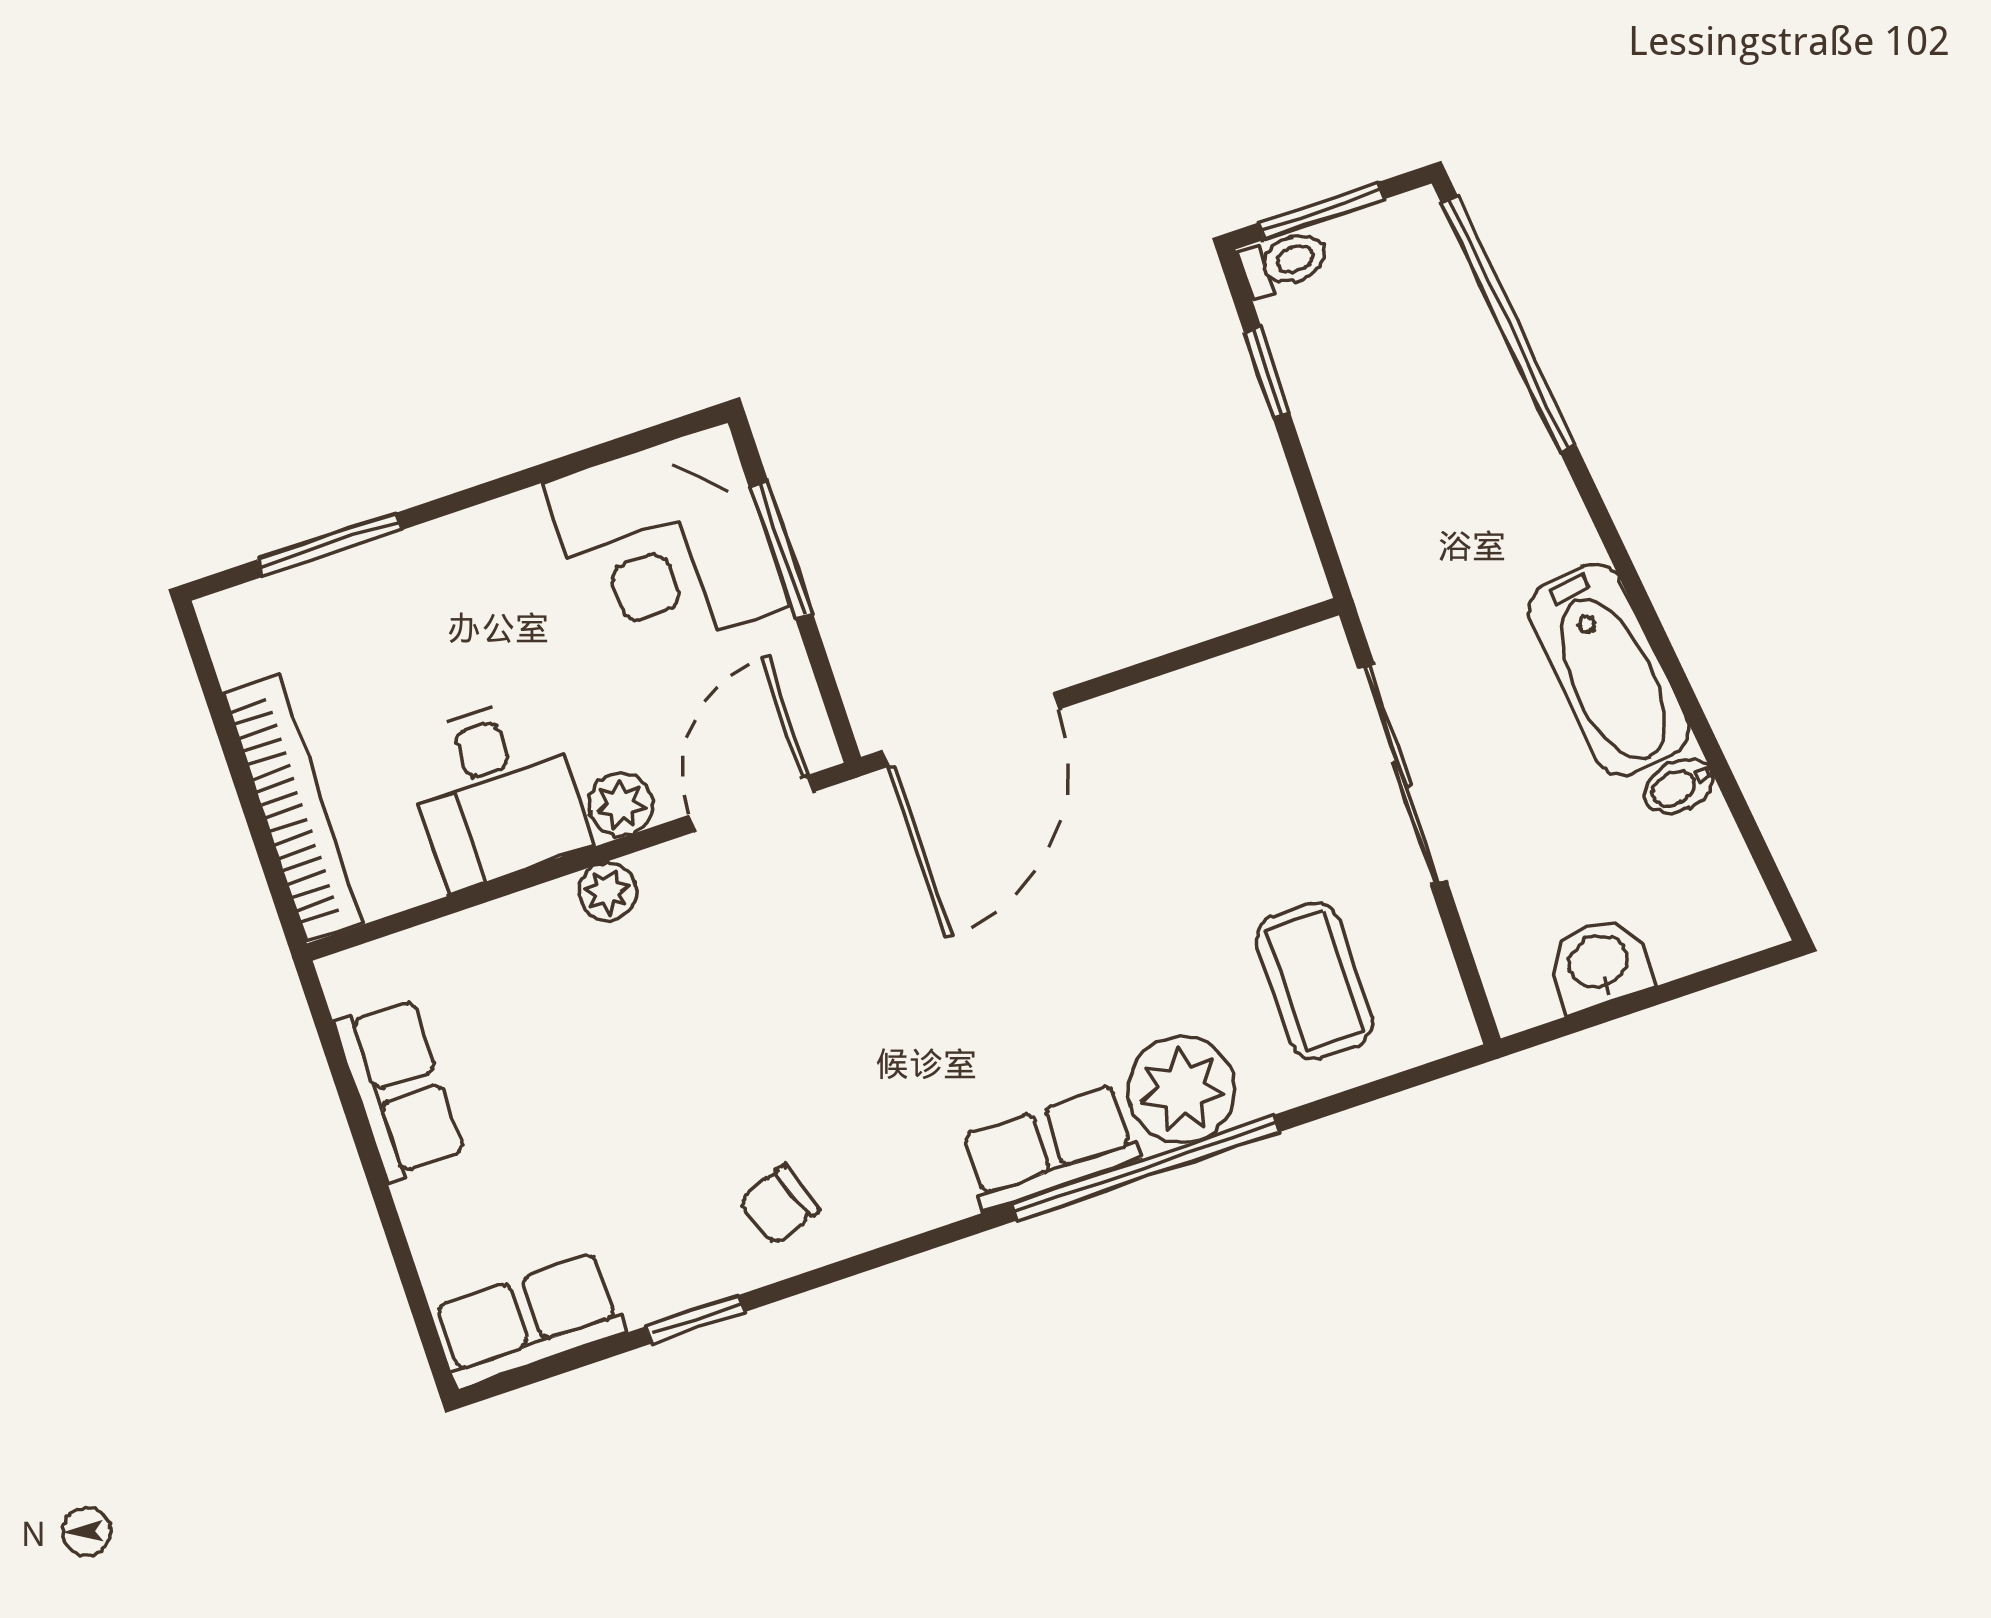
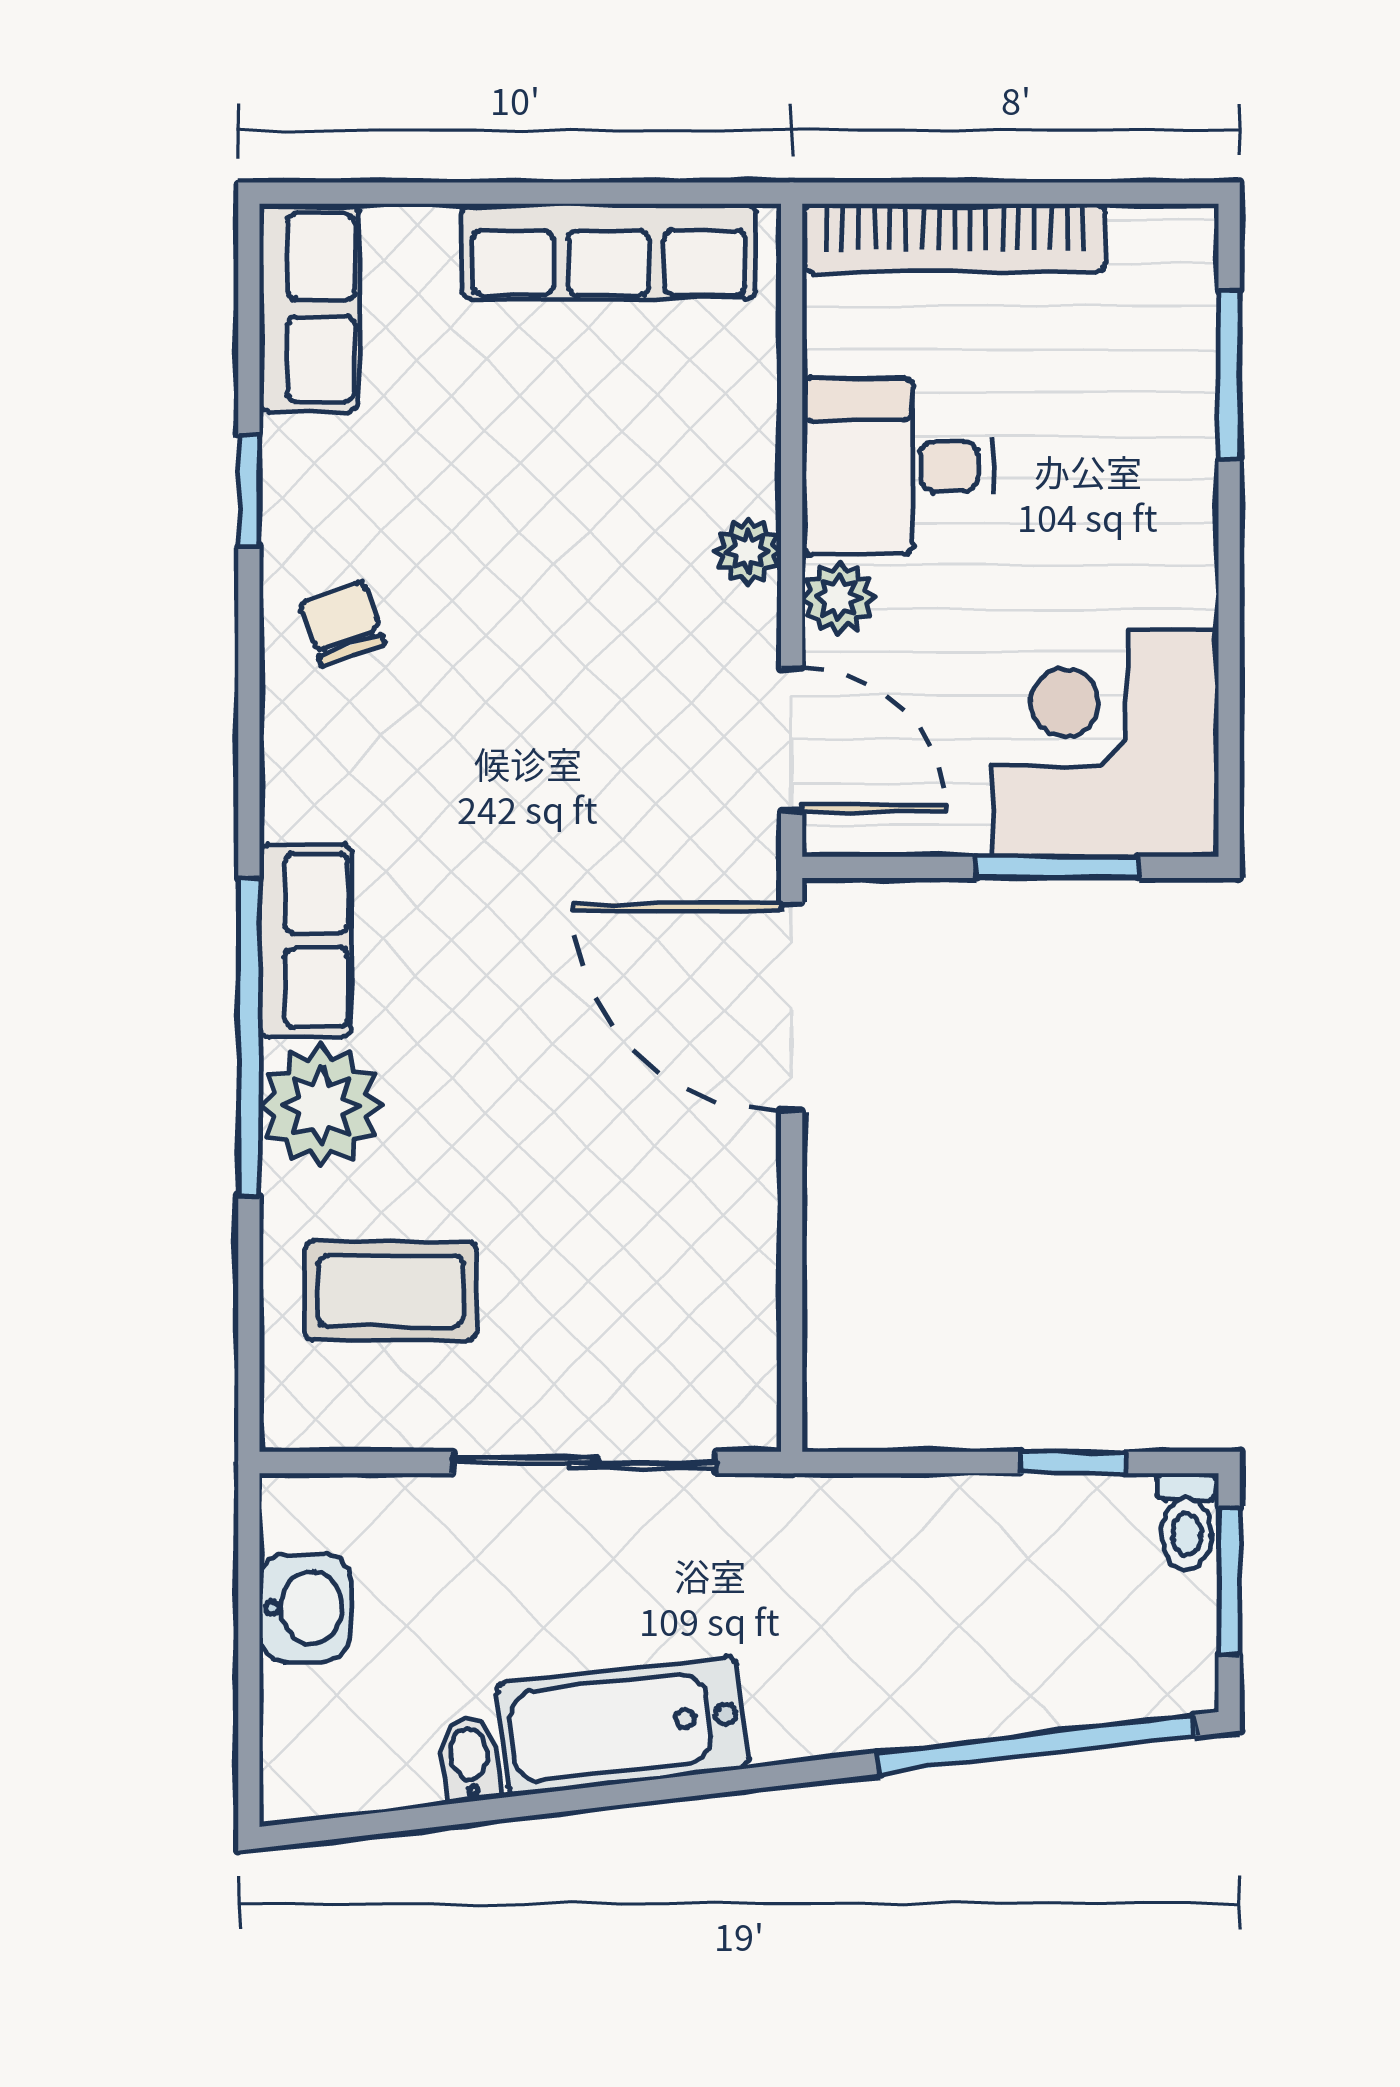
row of seats: (399, 1089) -> (609, 251), width x1.48

